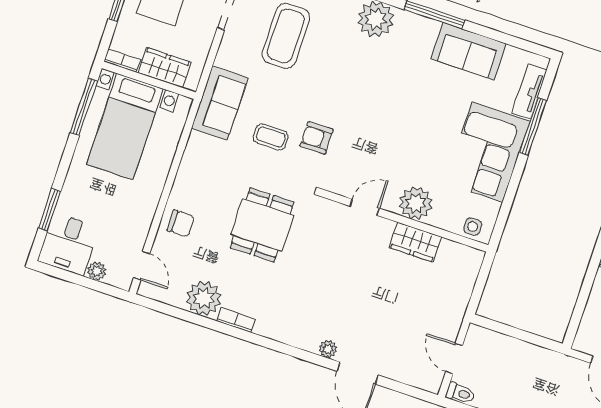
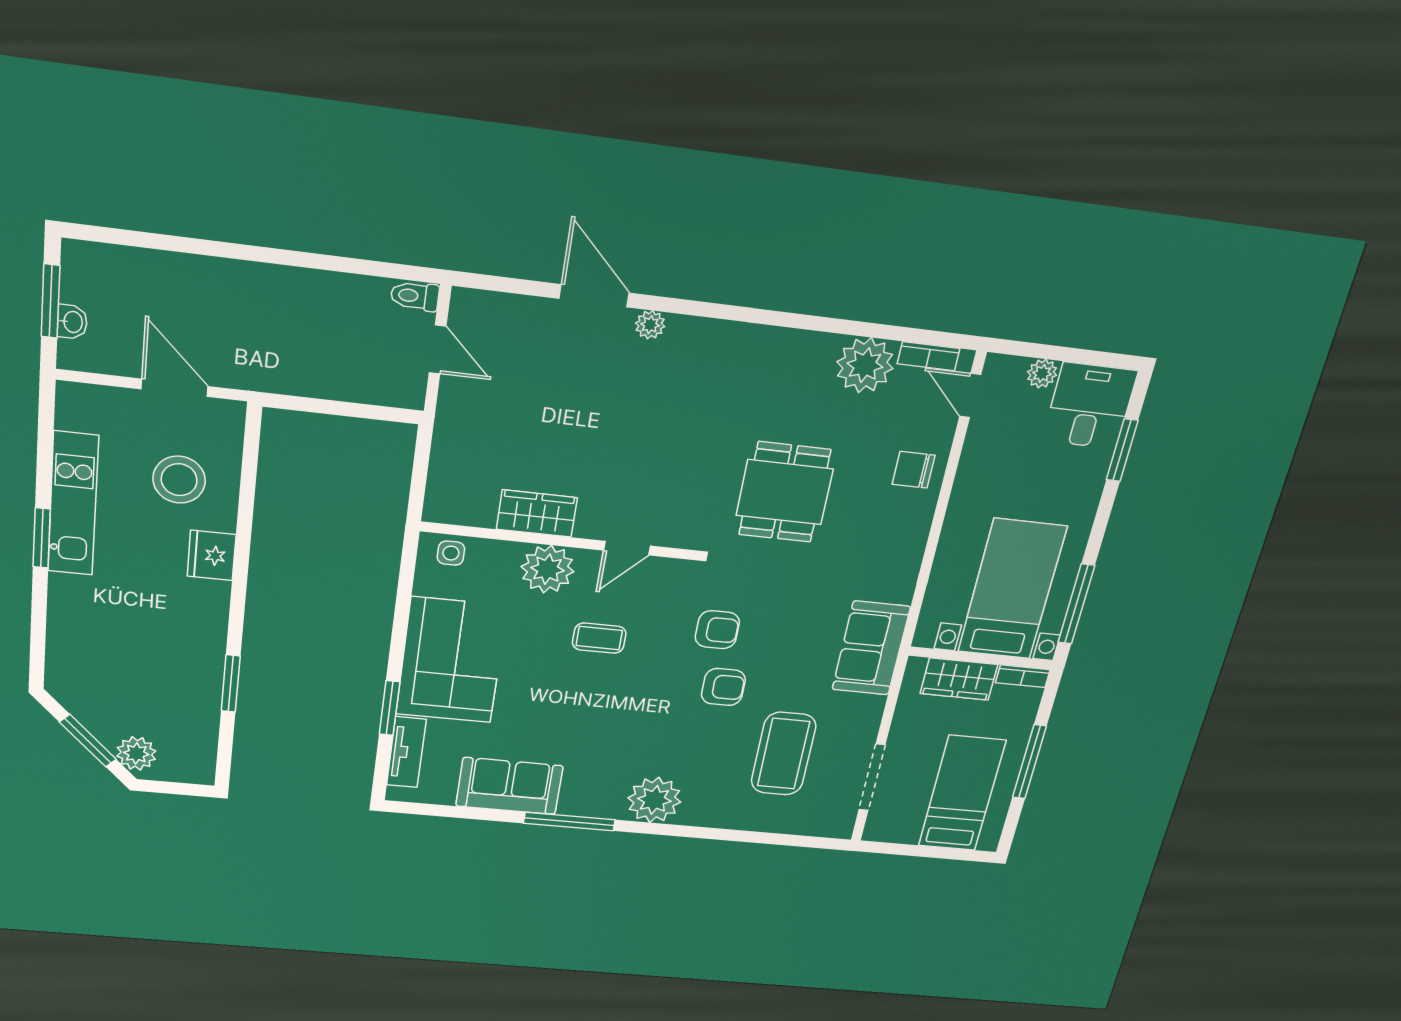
armchair: (318, 95) -> (723, 687), added
window: (533, 126) -> (390, 708), width x0.69
coffee table: (271, 137) -> (599, 638), moved
bookcase: (236, 320) -> (929, 356), moved

